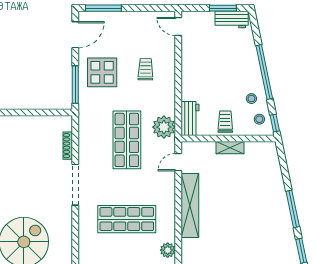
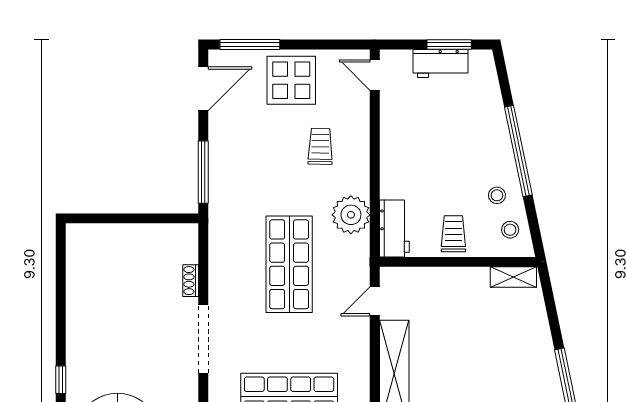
workbench: (232, 19) -> (441, 63), moved
display table: (102, 72) -> (291, 80), moved
window: (275, 123) -> (536, 236), removed
plant: (164, 127) -> (351, 215), moved
shoe rack: (68, 146) -> (191, 281), width x0.70
shelving: (230, 148) -> (513, 277), moved

